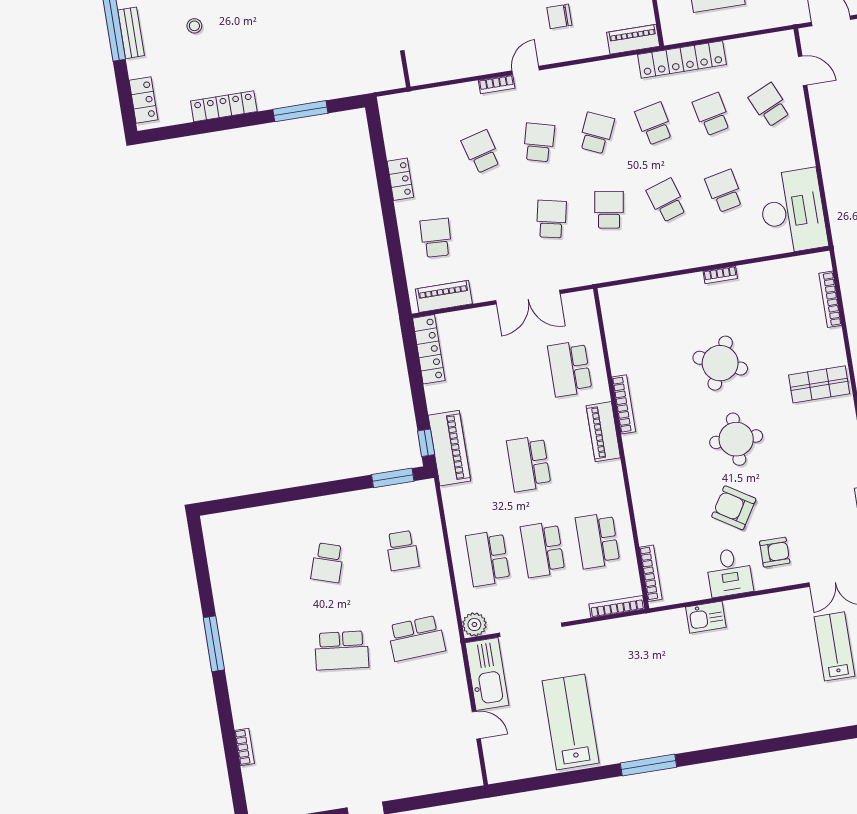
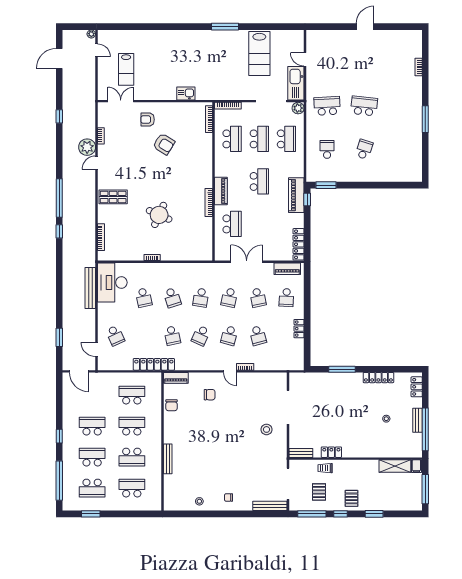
door: (526, 70) -> (230, 371), hinge flipped
school desk: (712, 114) -> (258, 298), moved
bench: (835, 193) -> (90, 288), added
round table: (736, 439) -> (157, 177), removed
desk: (729, 572) -> (171, 113), removed

